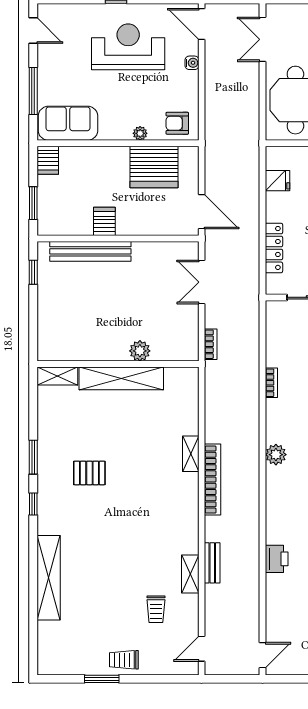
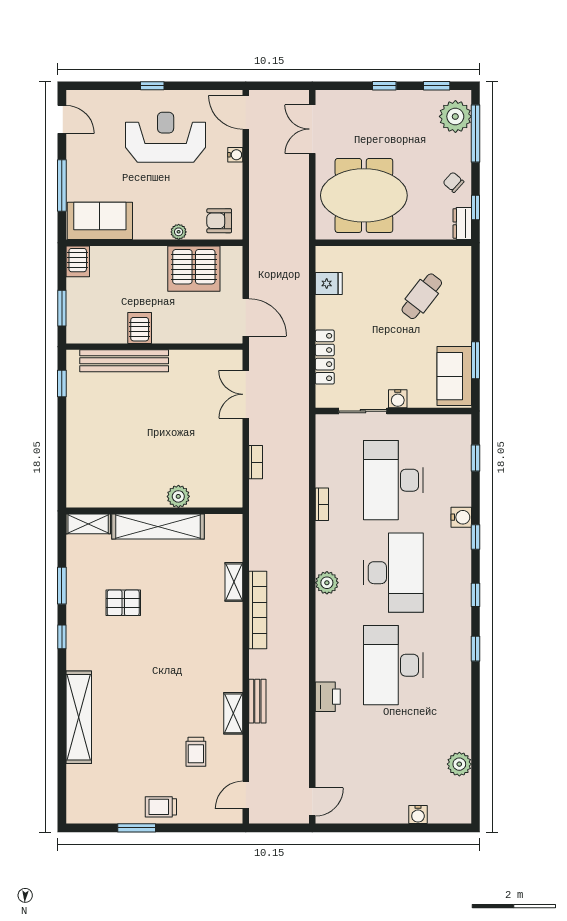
plant: (140, 351) -> (178, 496), moved
wall: (118, 364) -> (154, 511), moved
shelving: (57, 376) -> (88, 524), moved
shelving: (121, 378) -> (158, 527), moved

